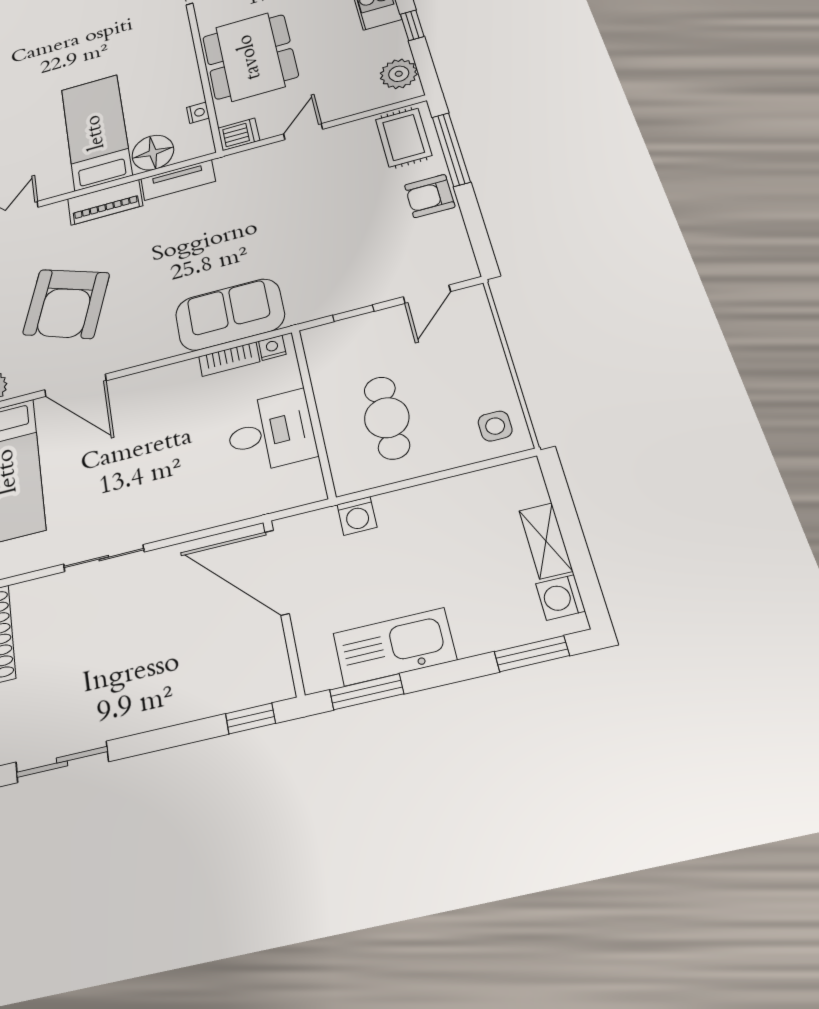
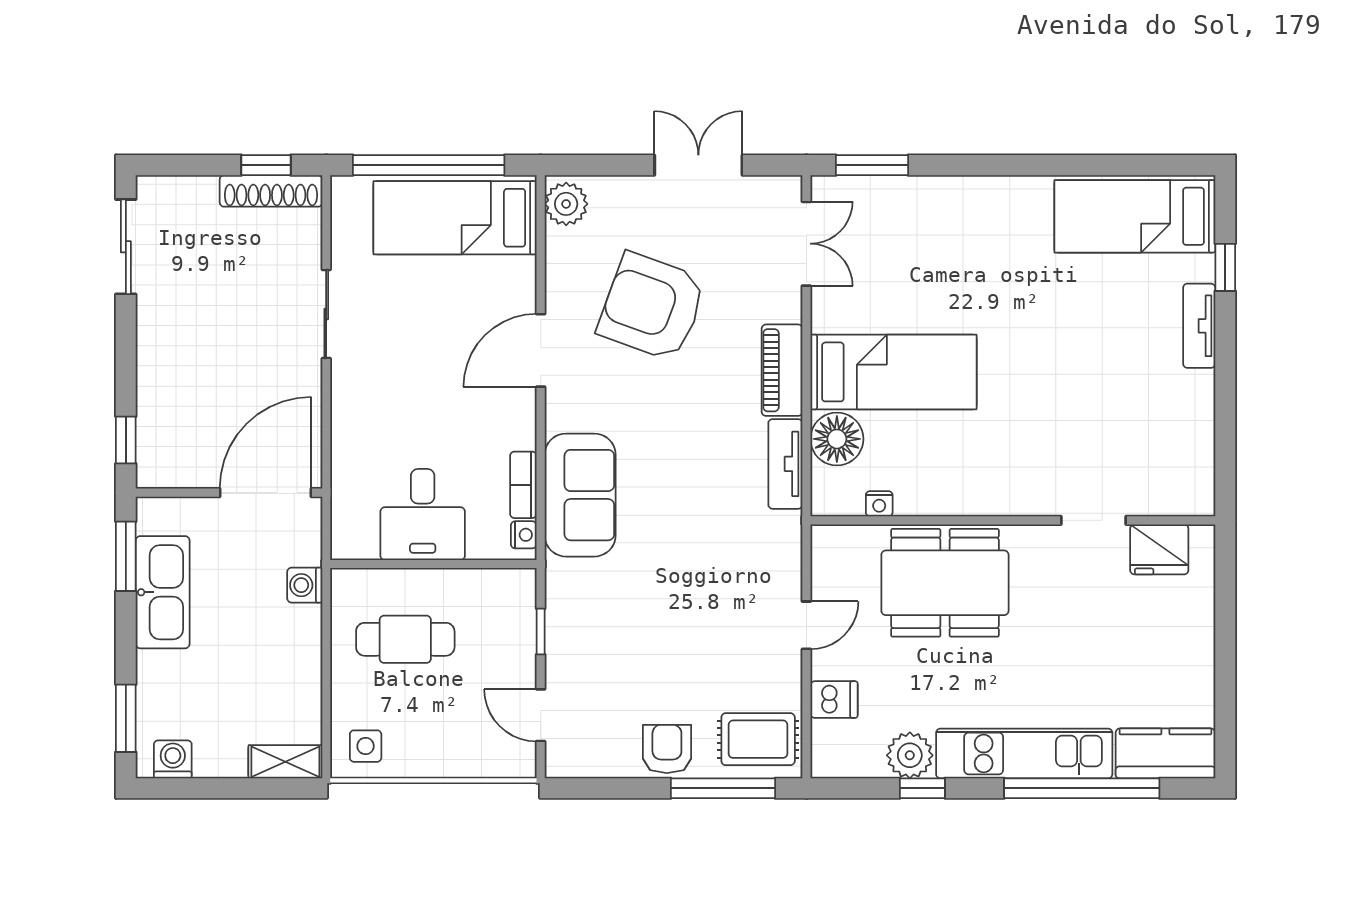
plant: (399, 74) -> (910, 755), moved
door: (303, 132) -> (806, 625), hinge flipped
dishwasher: (239, 134) -> (834, 700), moved, turned -90
door: (75, 385) -> (541, 350), moved
shelving: (546, 541) -> (285, 762), moved

